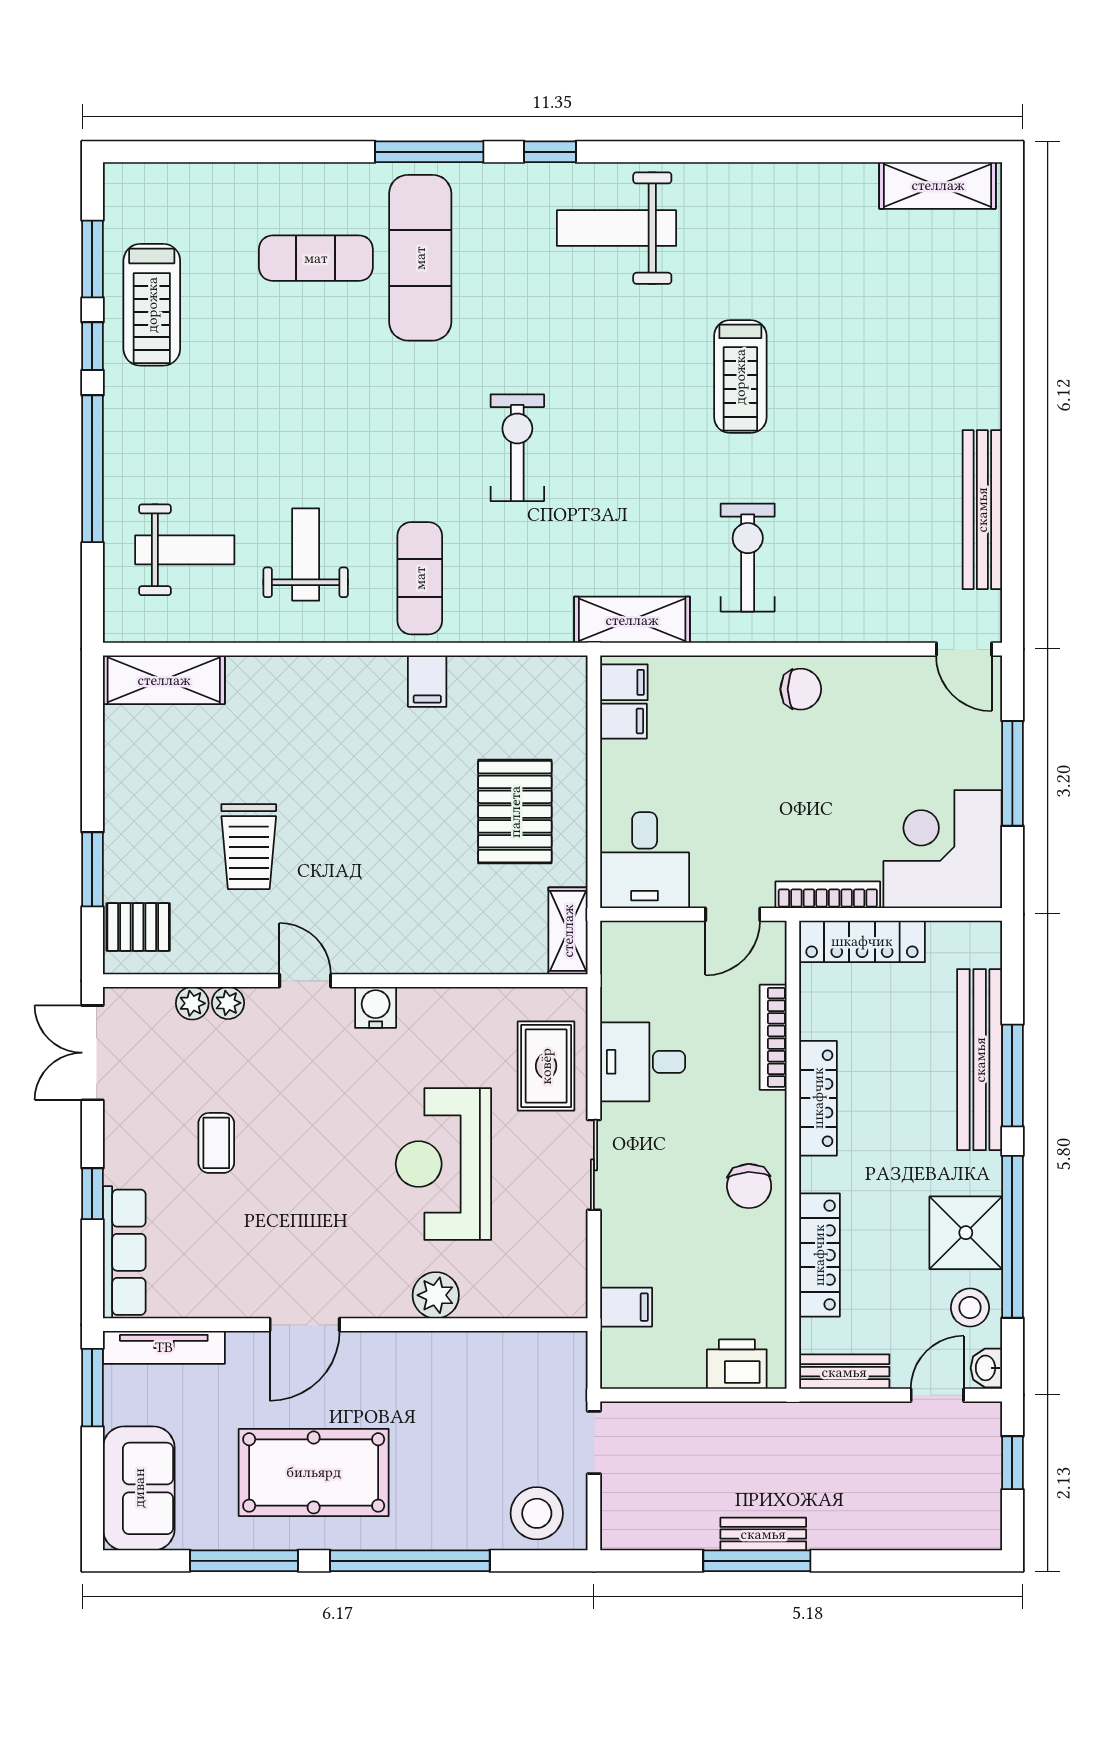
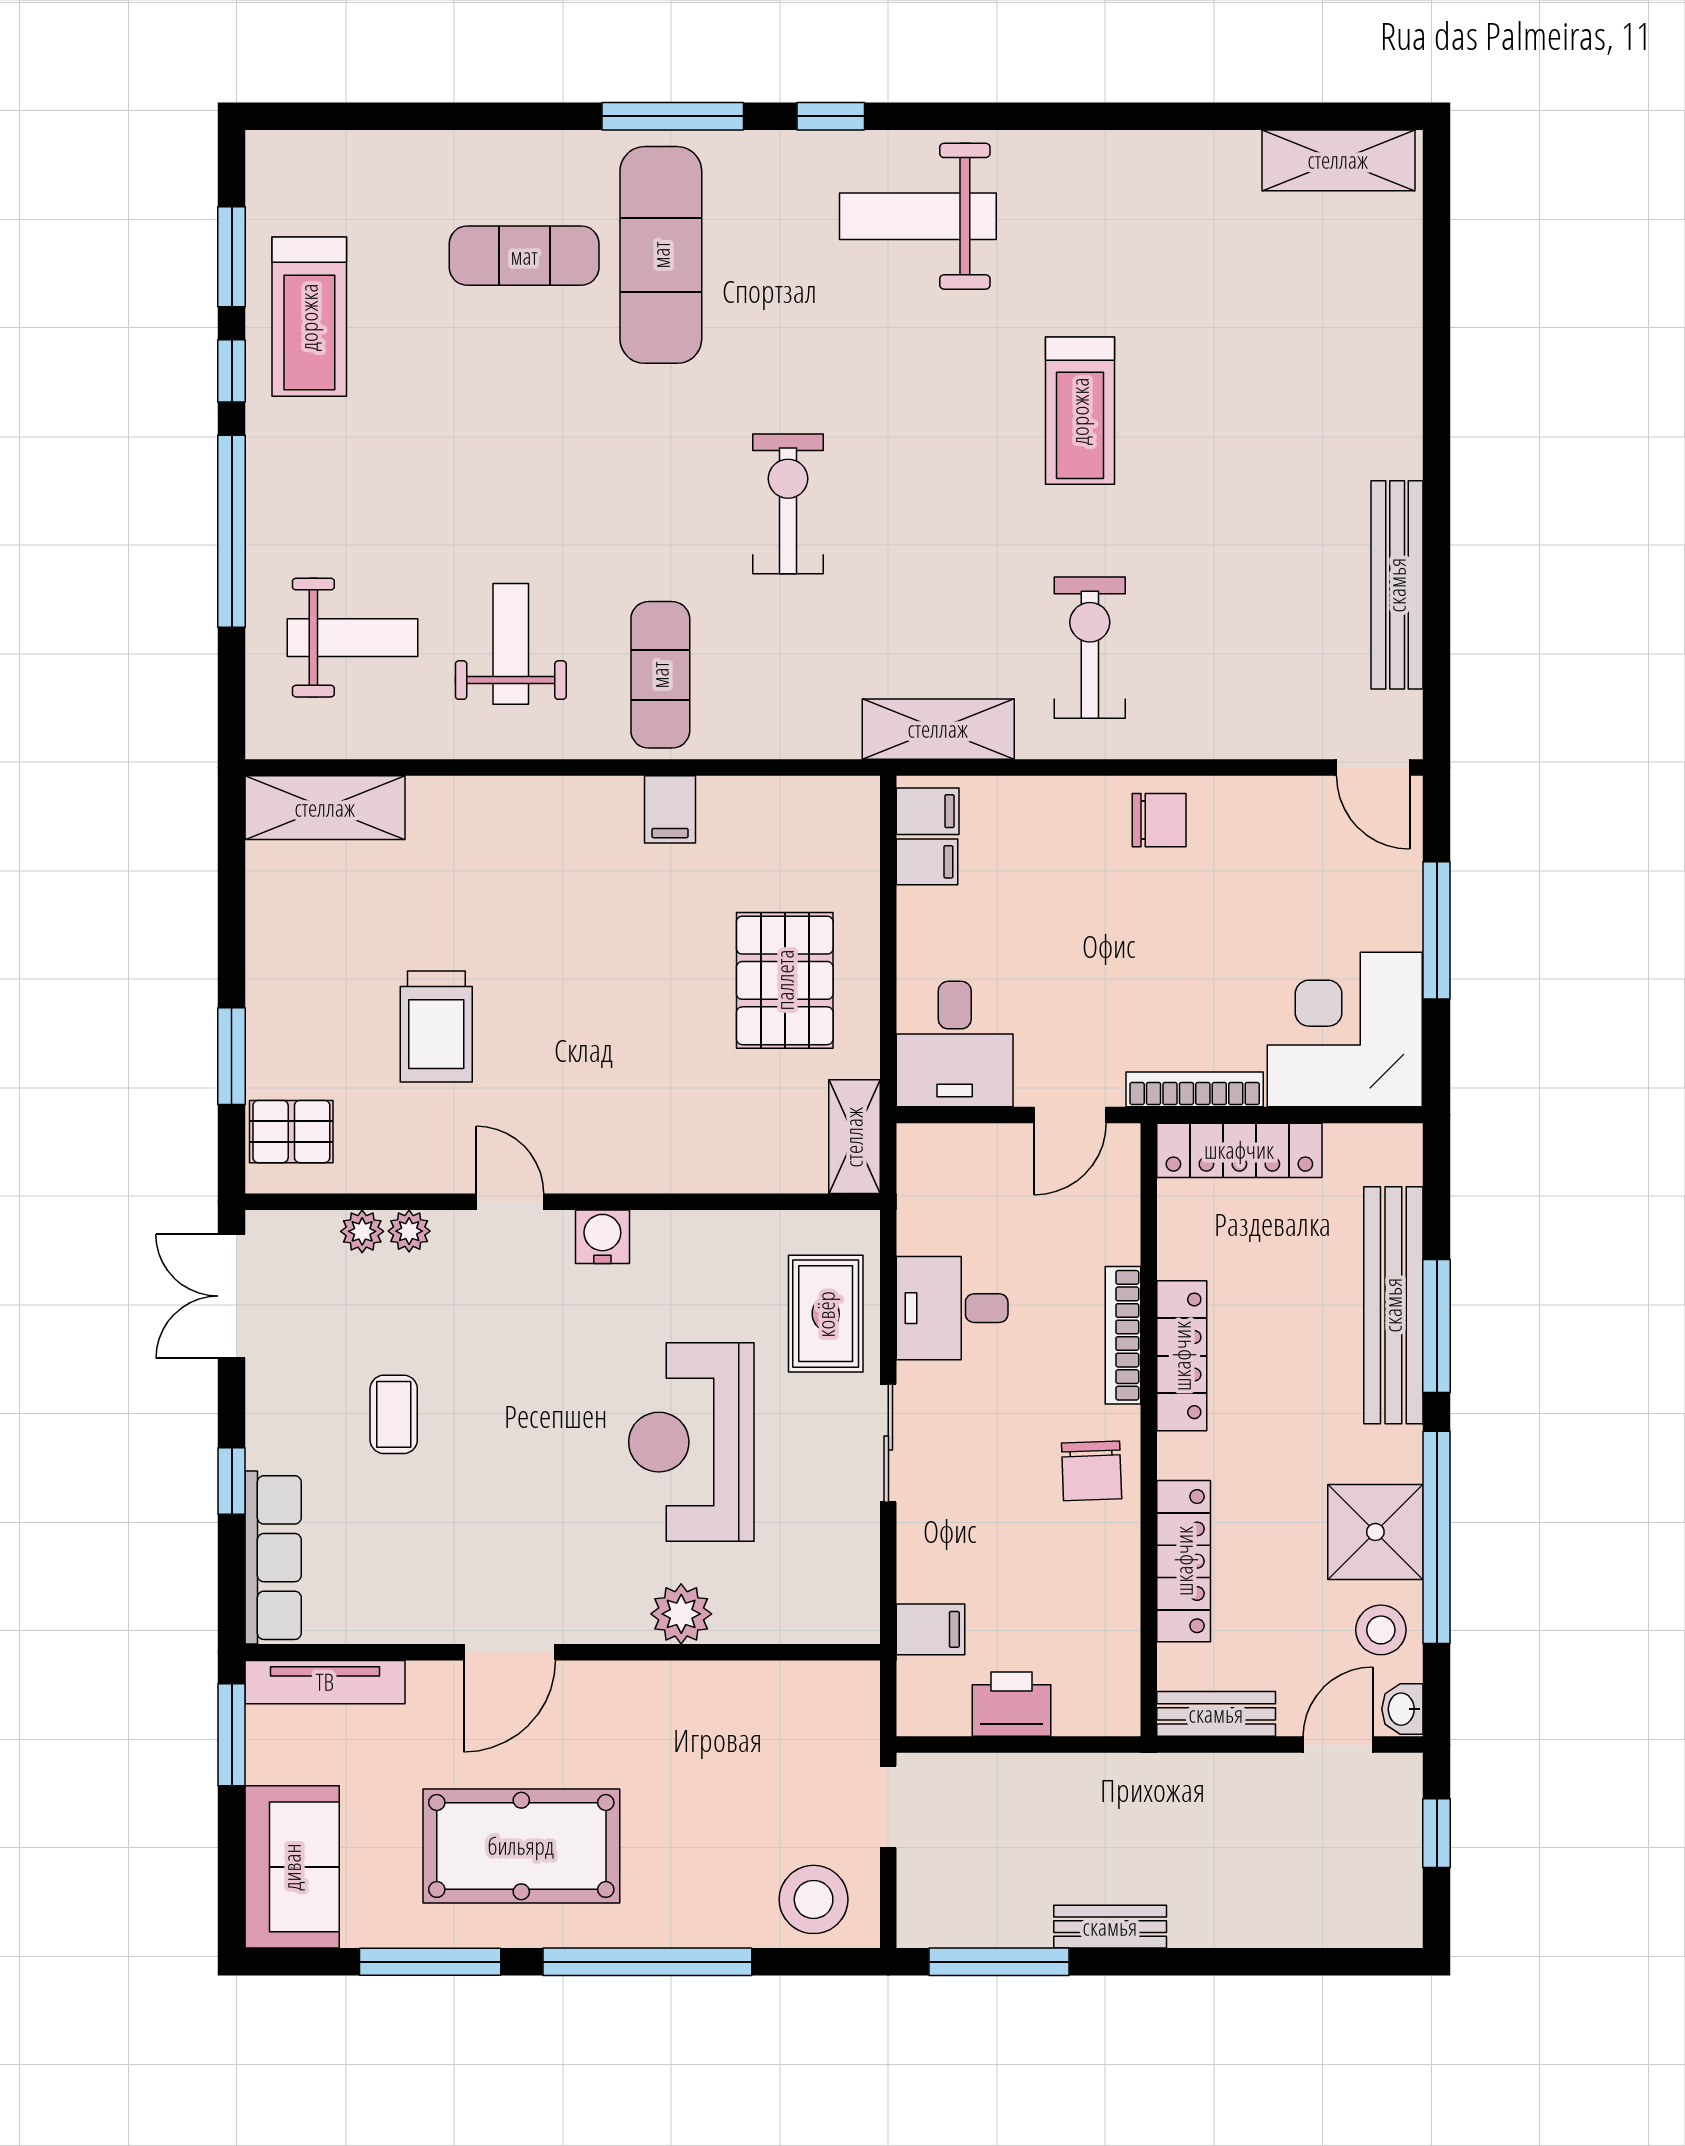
bookcase: (773, 1037) -> (1123, 1335), moved
printer: (737, 1364) -> (1011, 1704), moved
window: (757, 1561) -> (999, 1962), moved

